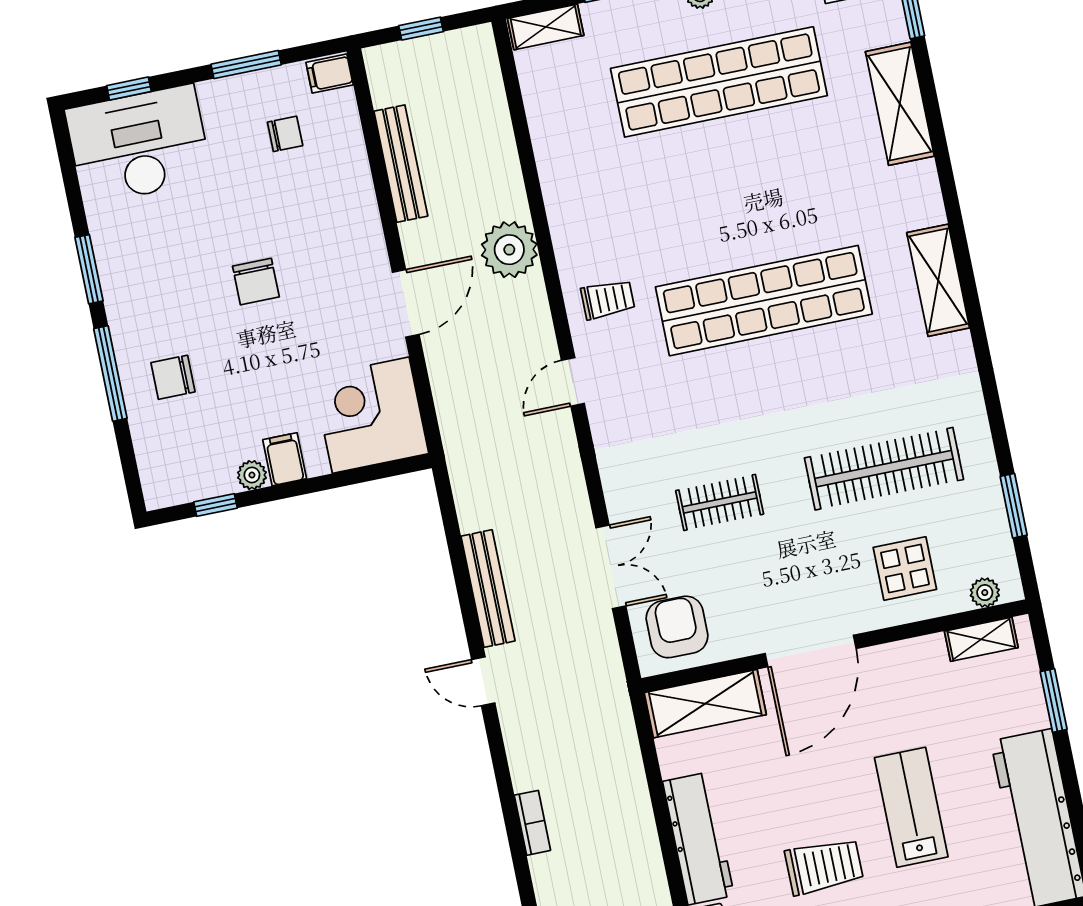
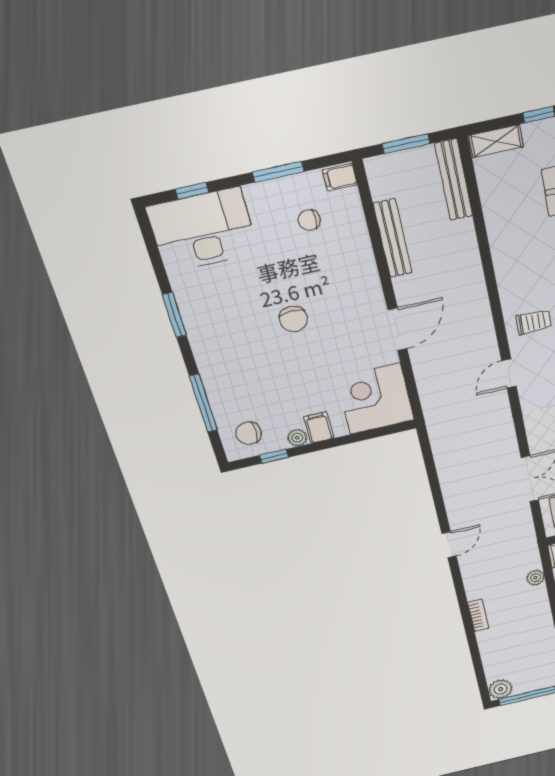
window: (421, 29) -> (406, 144), width x1.50
chair: (285, 134) -> (309, 220), turned 180
plant: (509, 250) -> (535, 578), moved, width x0.53, depth x0.53
window: (110, 374) -> (203, 403), moved
chair: (173, 377) -> (248, 433), moved
bench: (488, 589) -> (454, 180), moved
door: (483, 681) -> (449, 545), swing flipped

